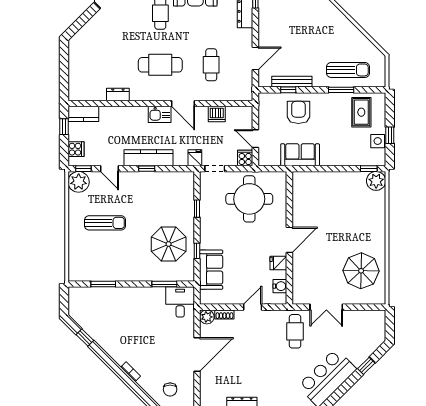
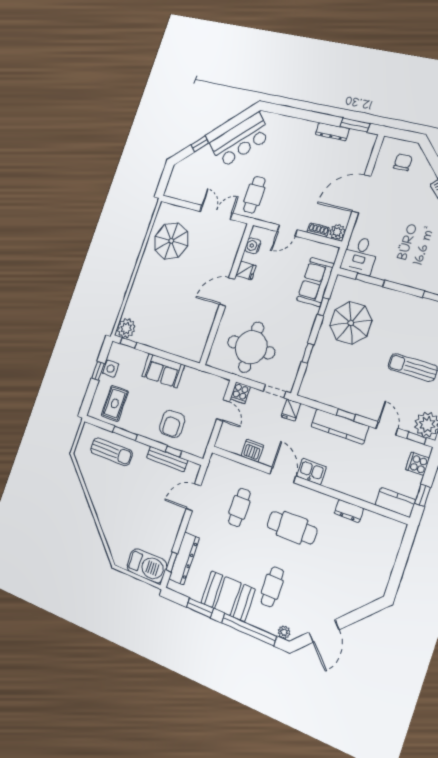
sun lounger: (348, 70) -> (111, 452), turned 180
sofa: (300, 155) -> (163, 371), moved

